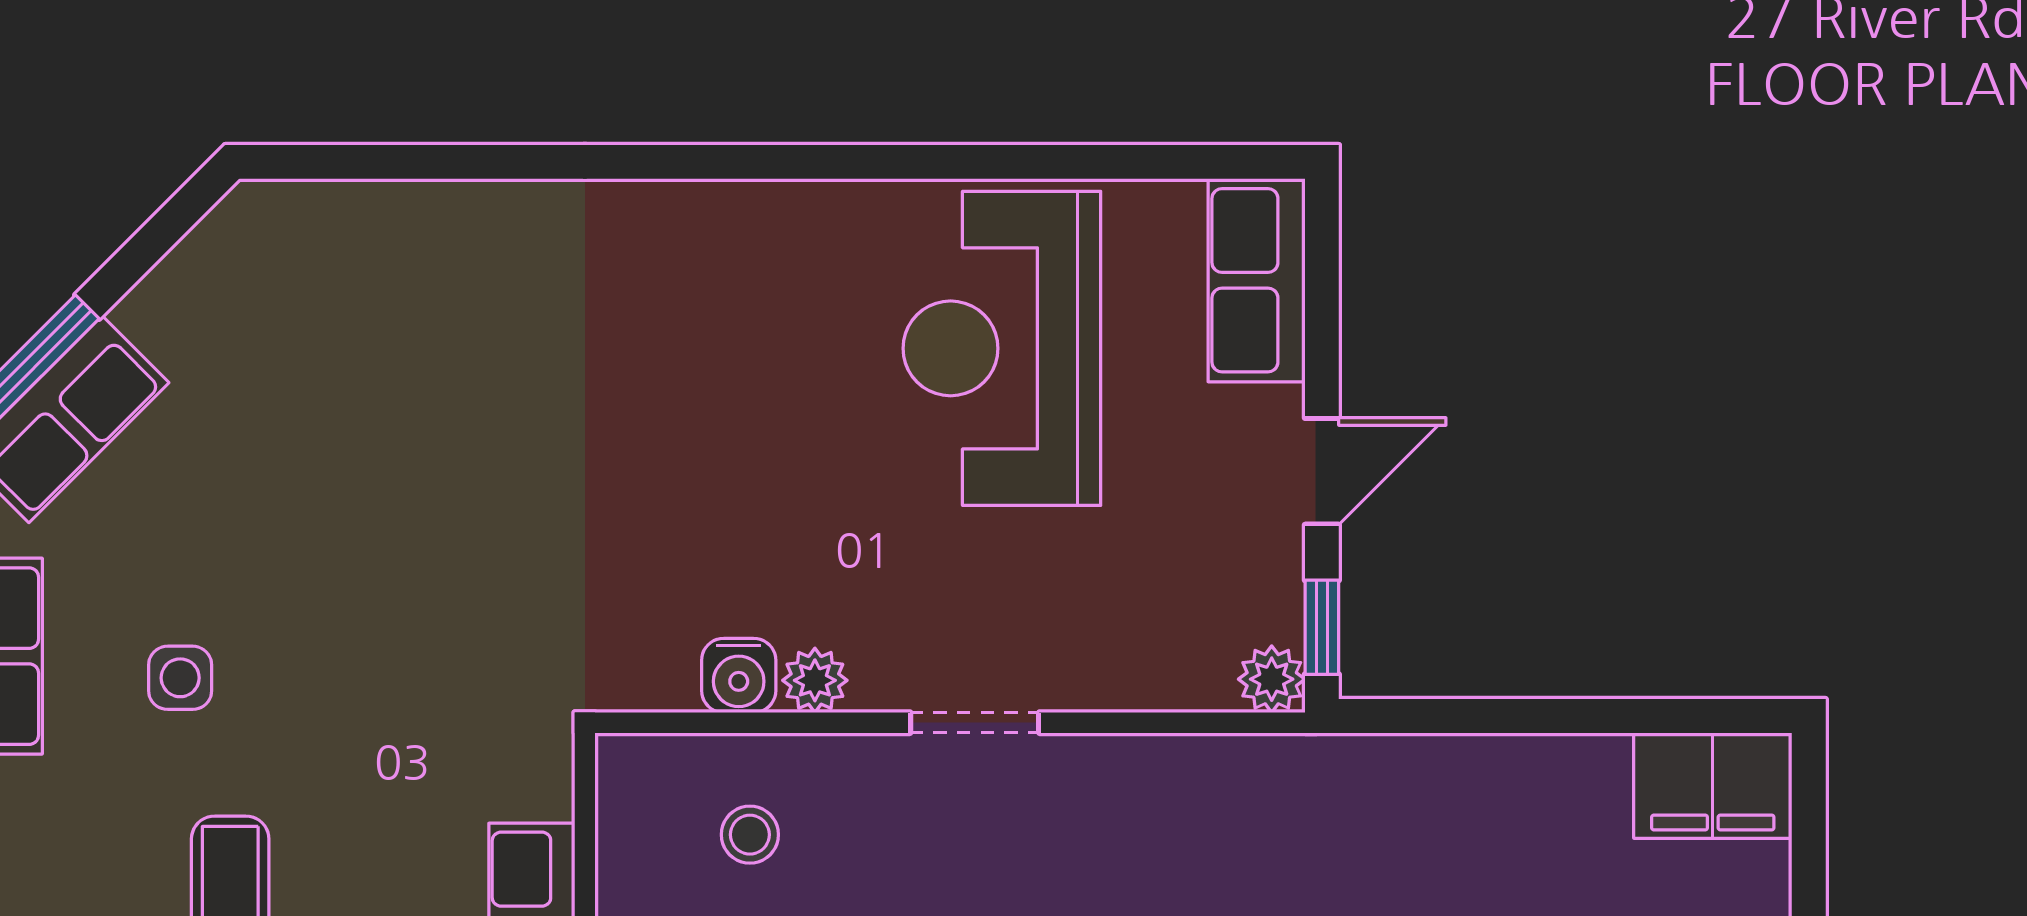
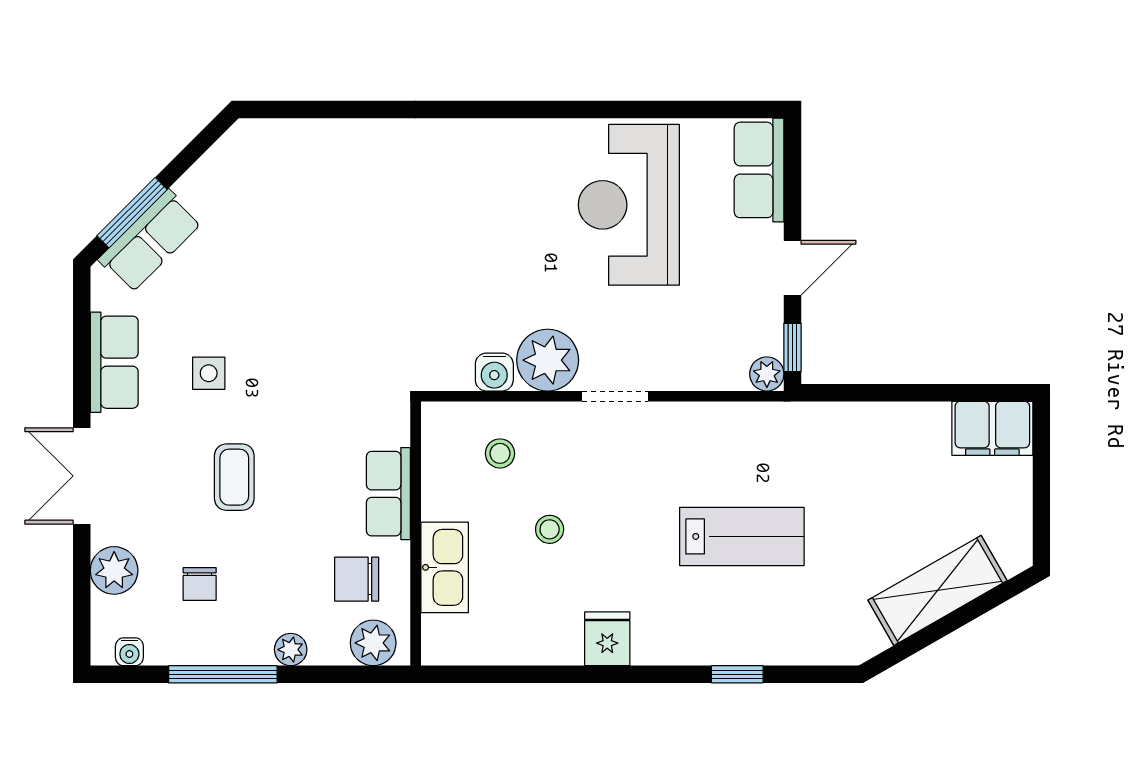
plant: (815, 680) -> (548, 360), width x1.87, depth x1.87

